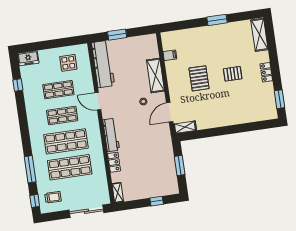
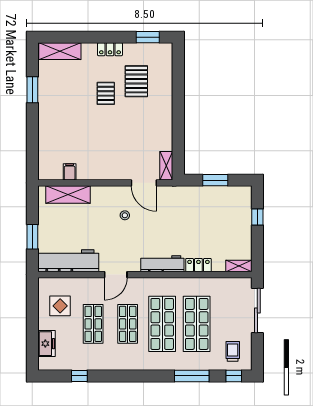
window: (217, 20) -> (32, 90), moved
freezer: (28, 58) -> (47, 344), moved
shelving: (155, 75) -> (68, 195), moved
pallet: (199, 78) -> (136, 81), moved, turned 90

